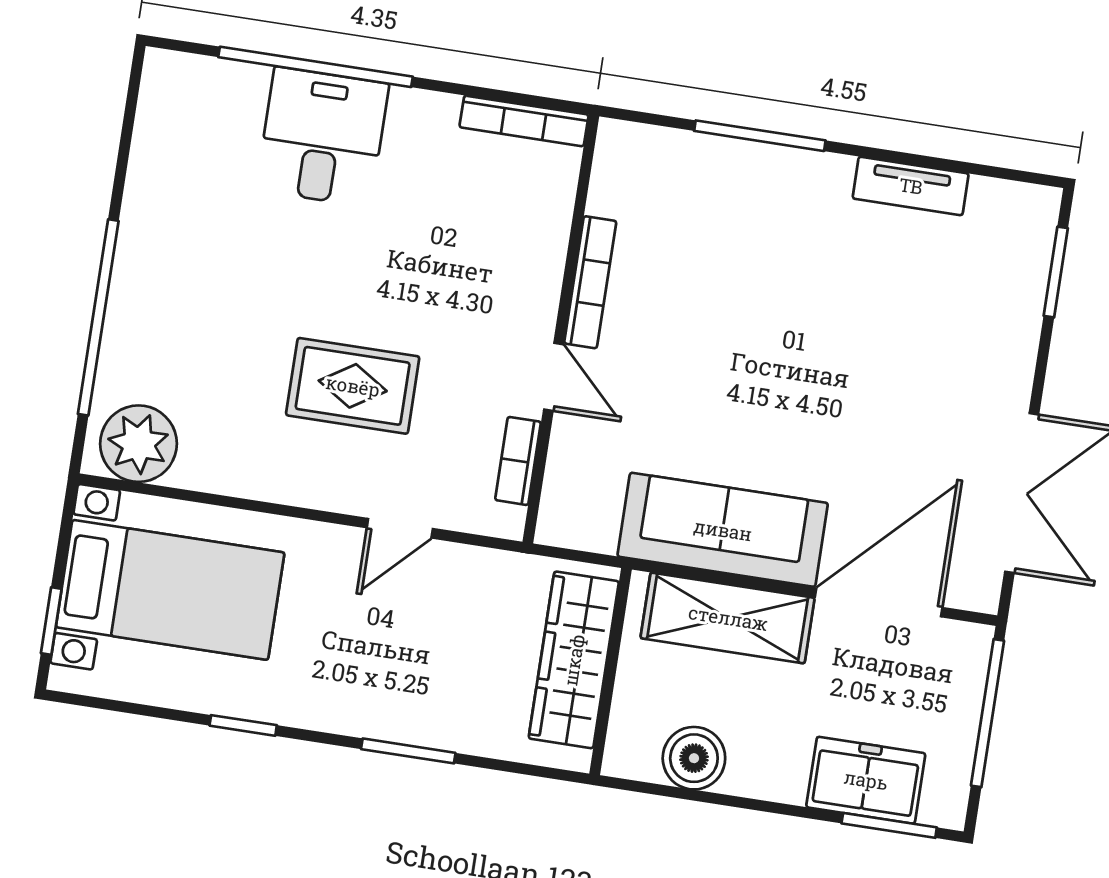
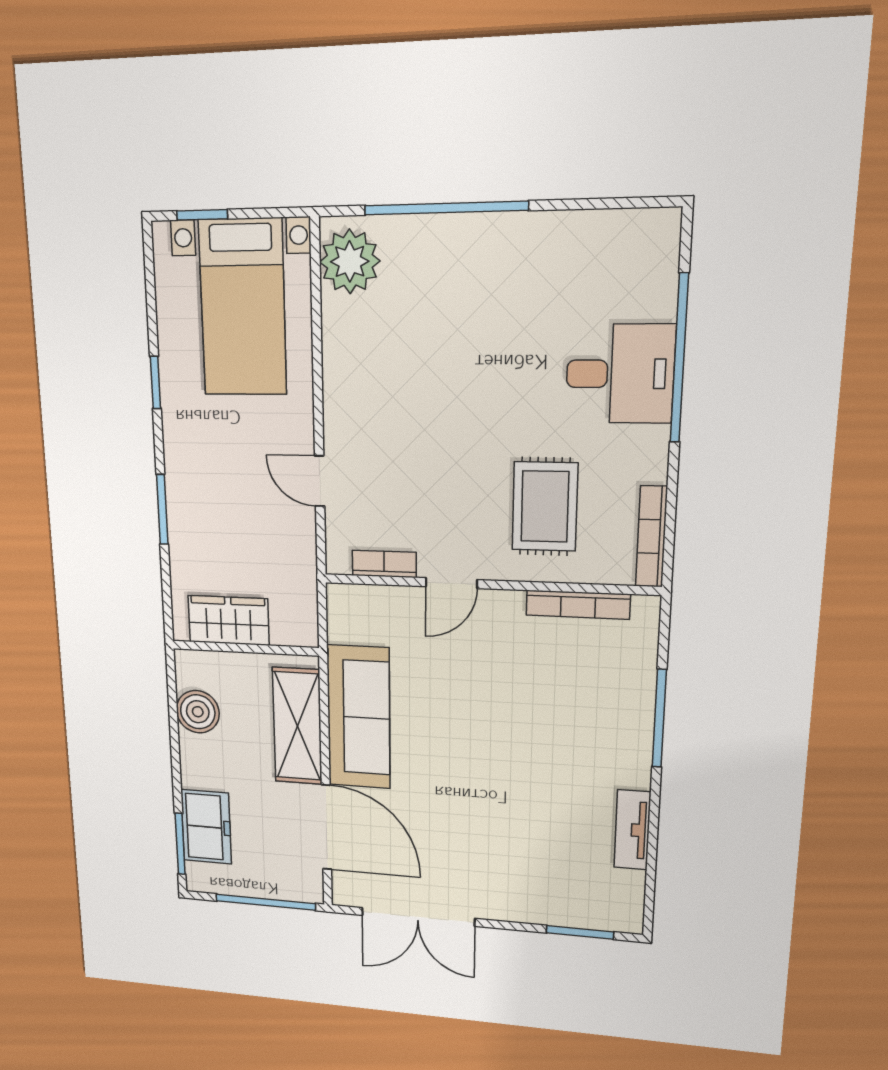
bookcase: (590, 282) -> (578, 605), moved
rug: (353, 386) -> (545, 507), moved
wardrobe: (574, 660) -> (228, 620), width x0.67

